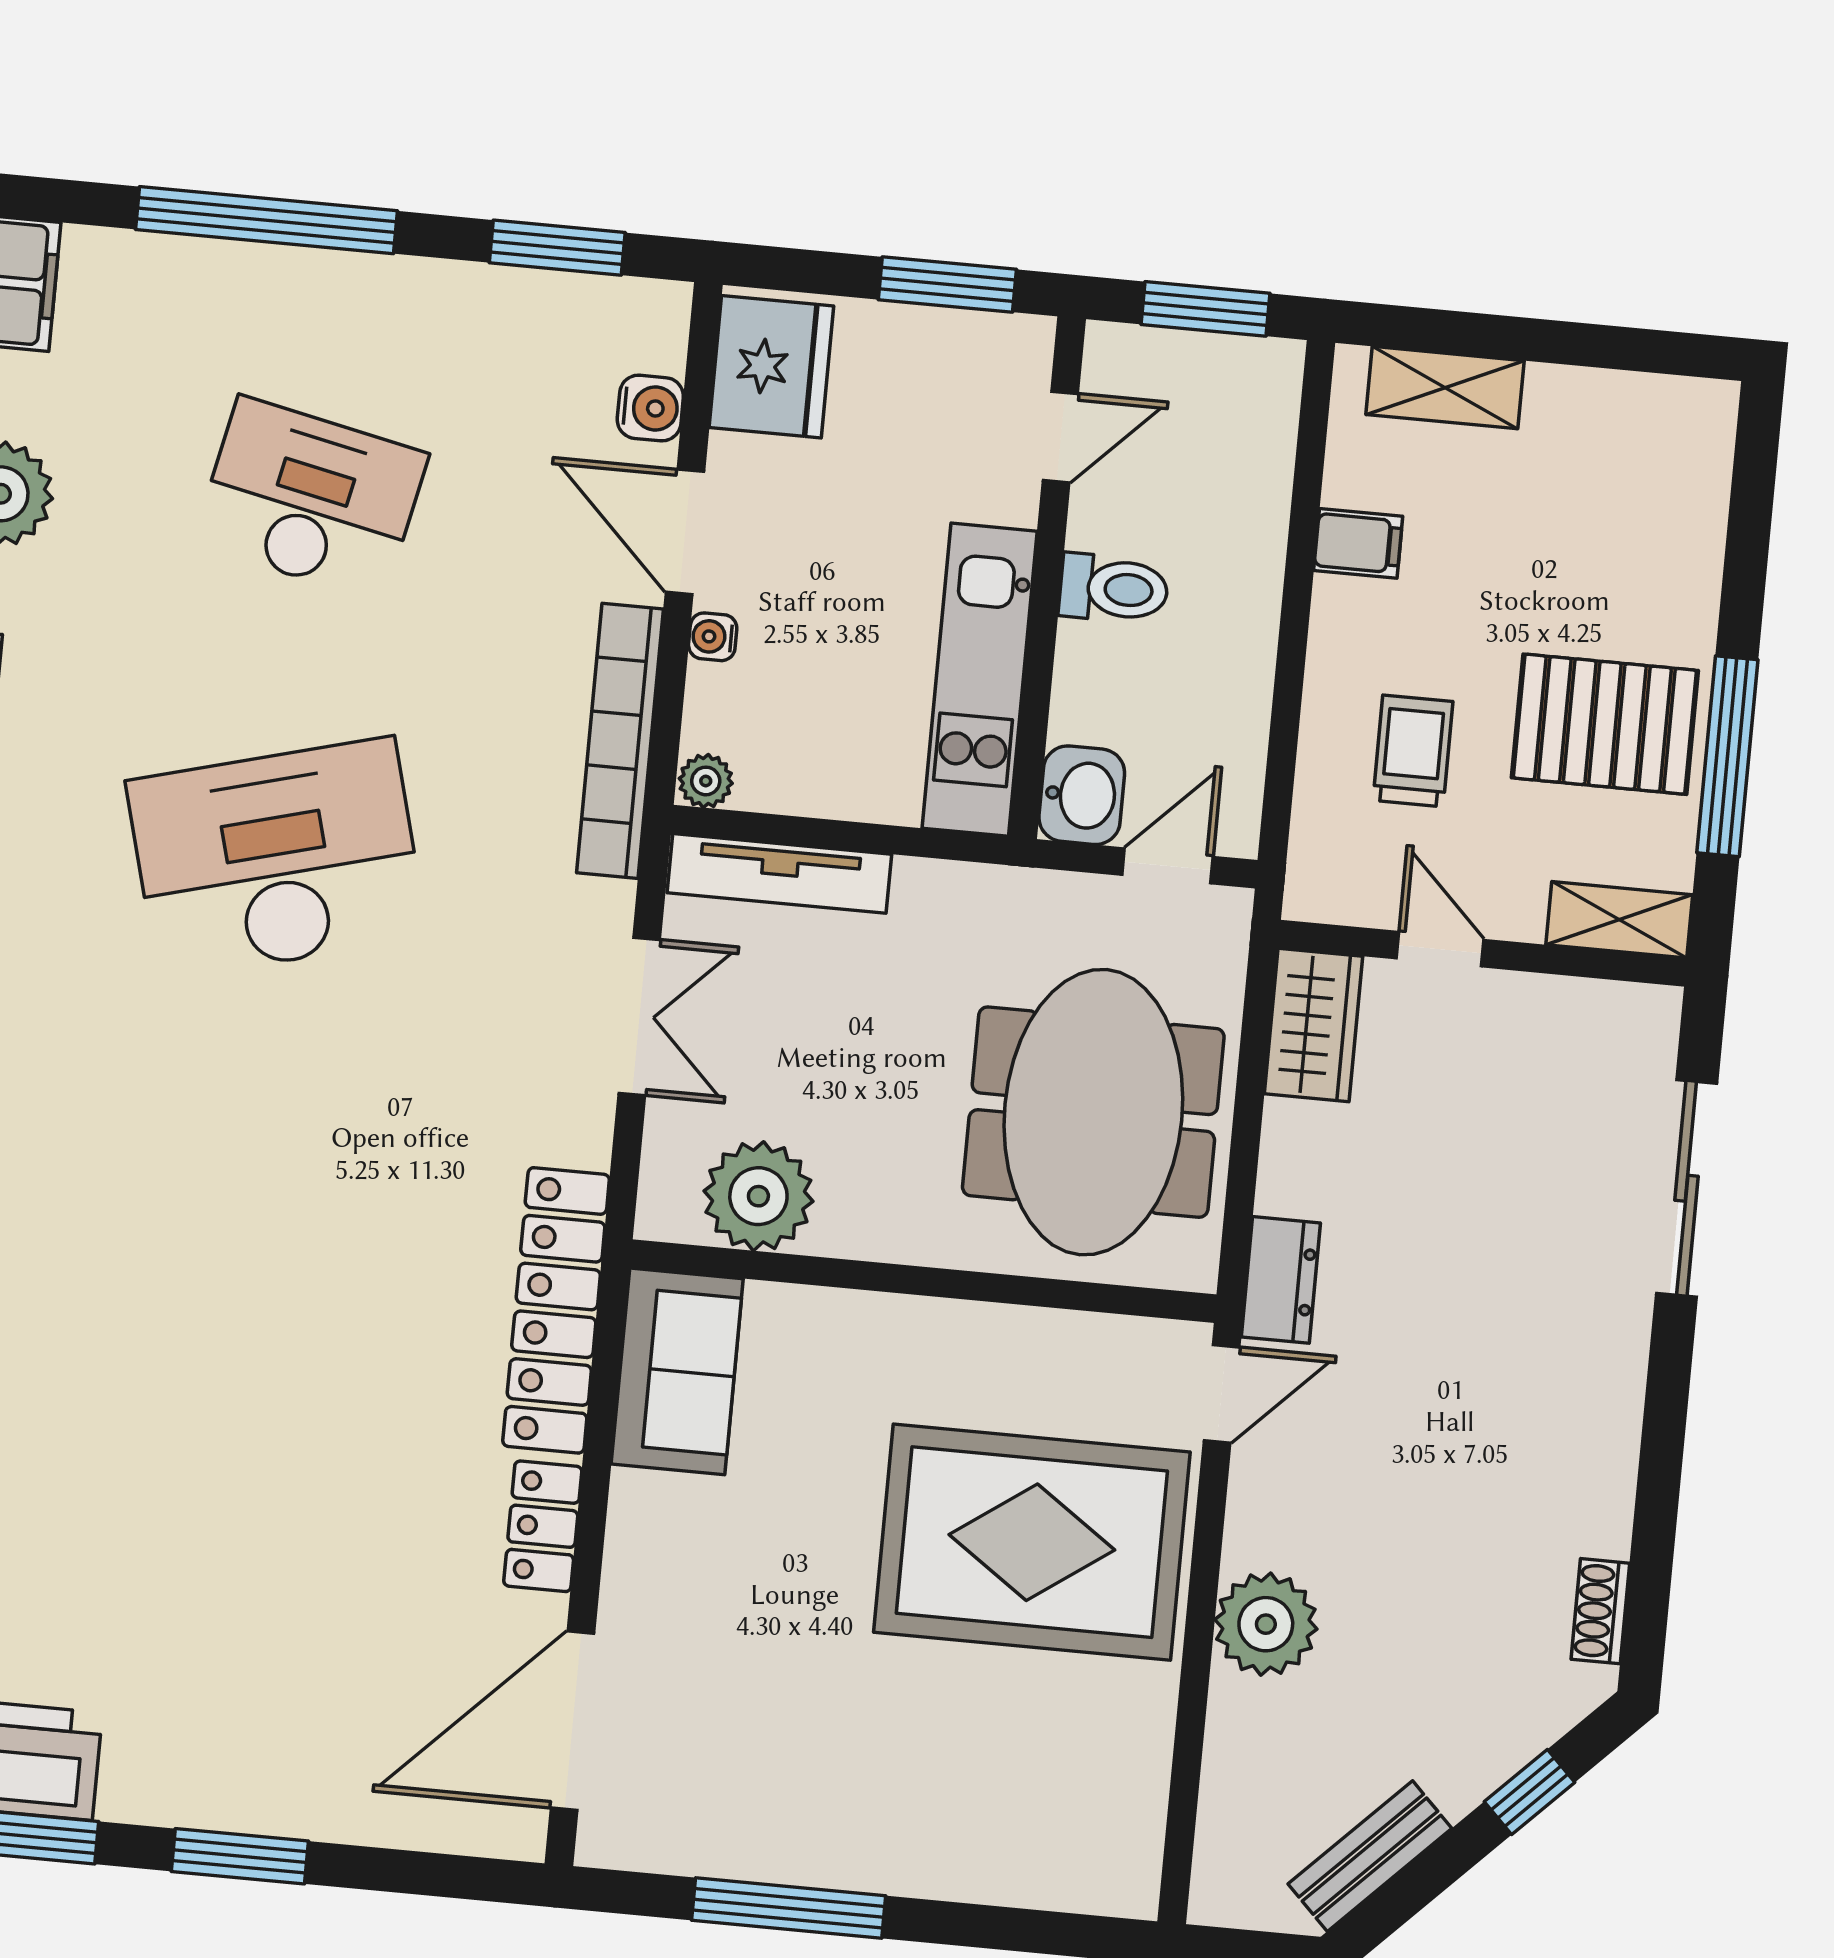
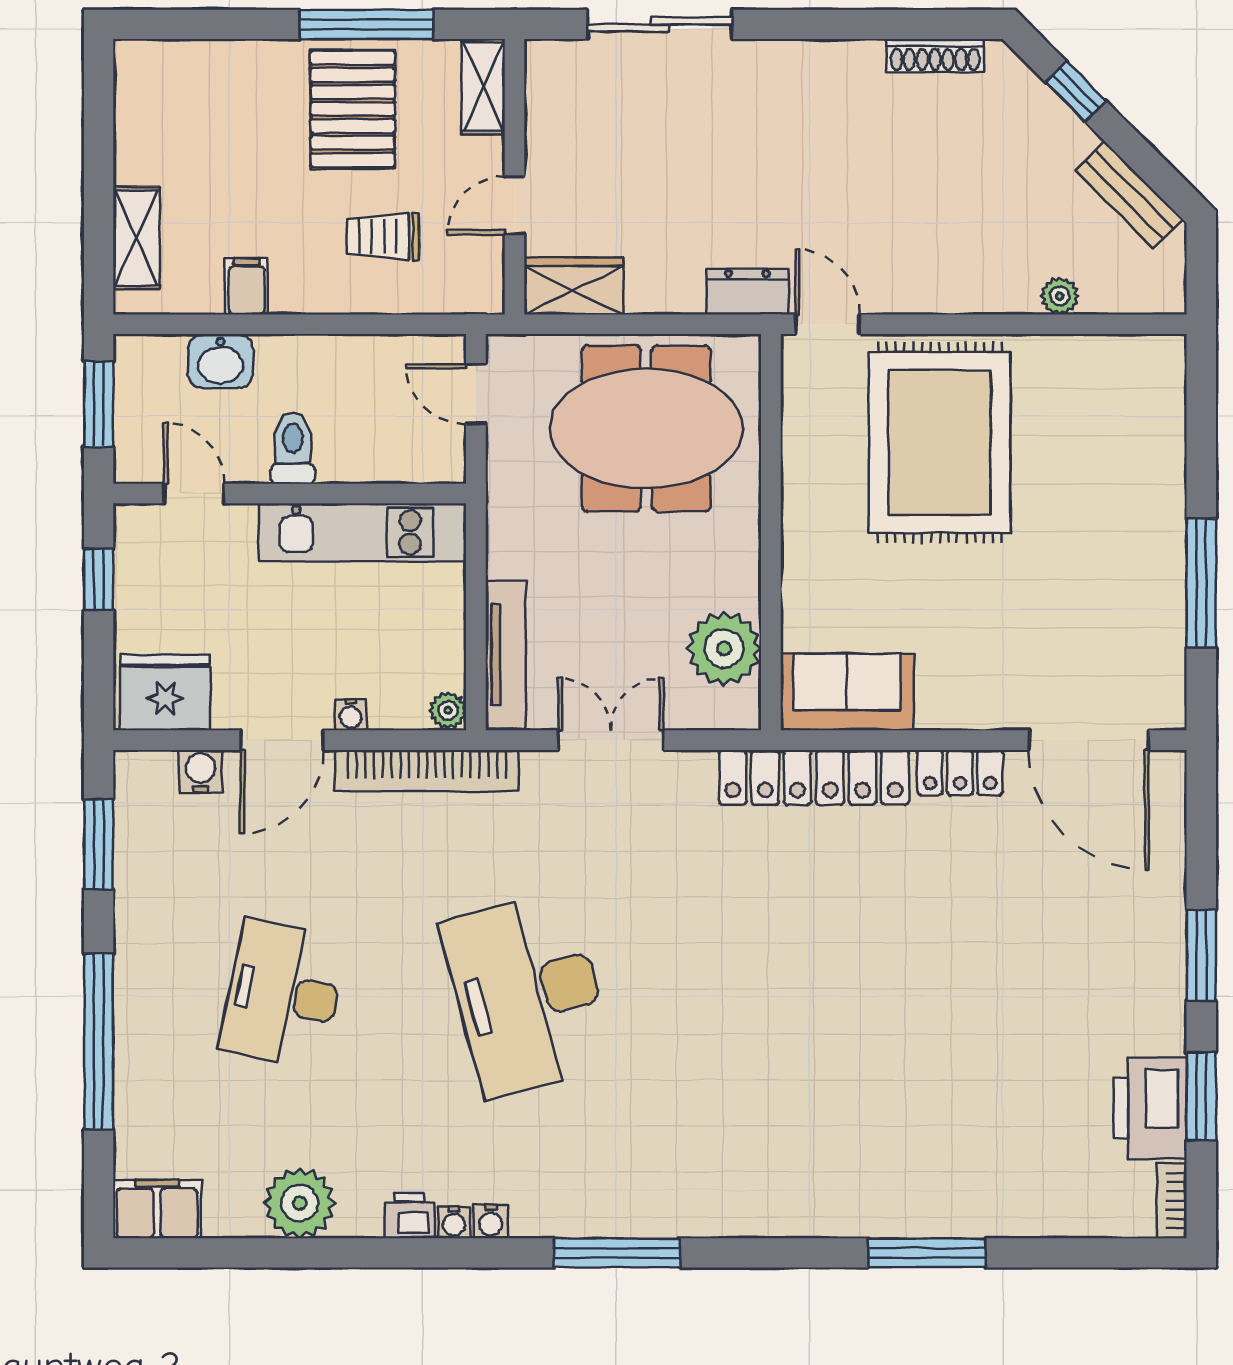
window: (947, 285) -> (99, 579), width x0.67
washbasin: (1082, 795) -> (221, 361), moved, turned 180
shoe rack: (1600, 1611) -> (935, 56), width x1.43
plant: (1266, 1624) -> (1060, 296), moved, width x0.53, depth x0.53

